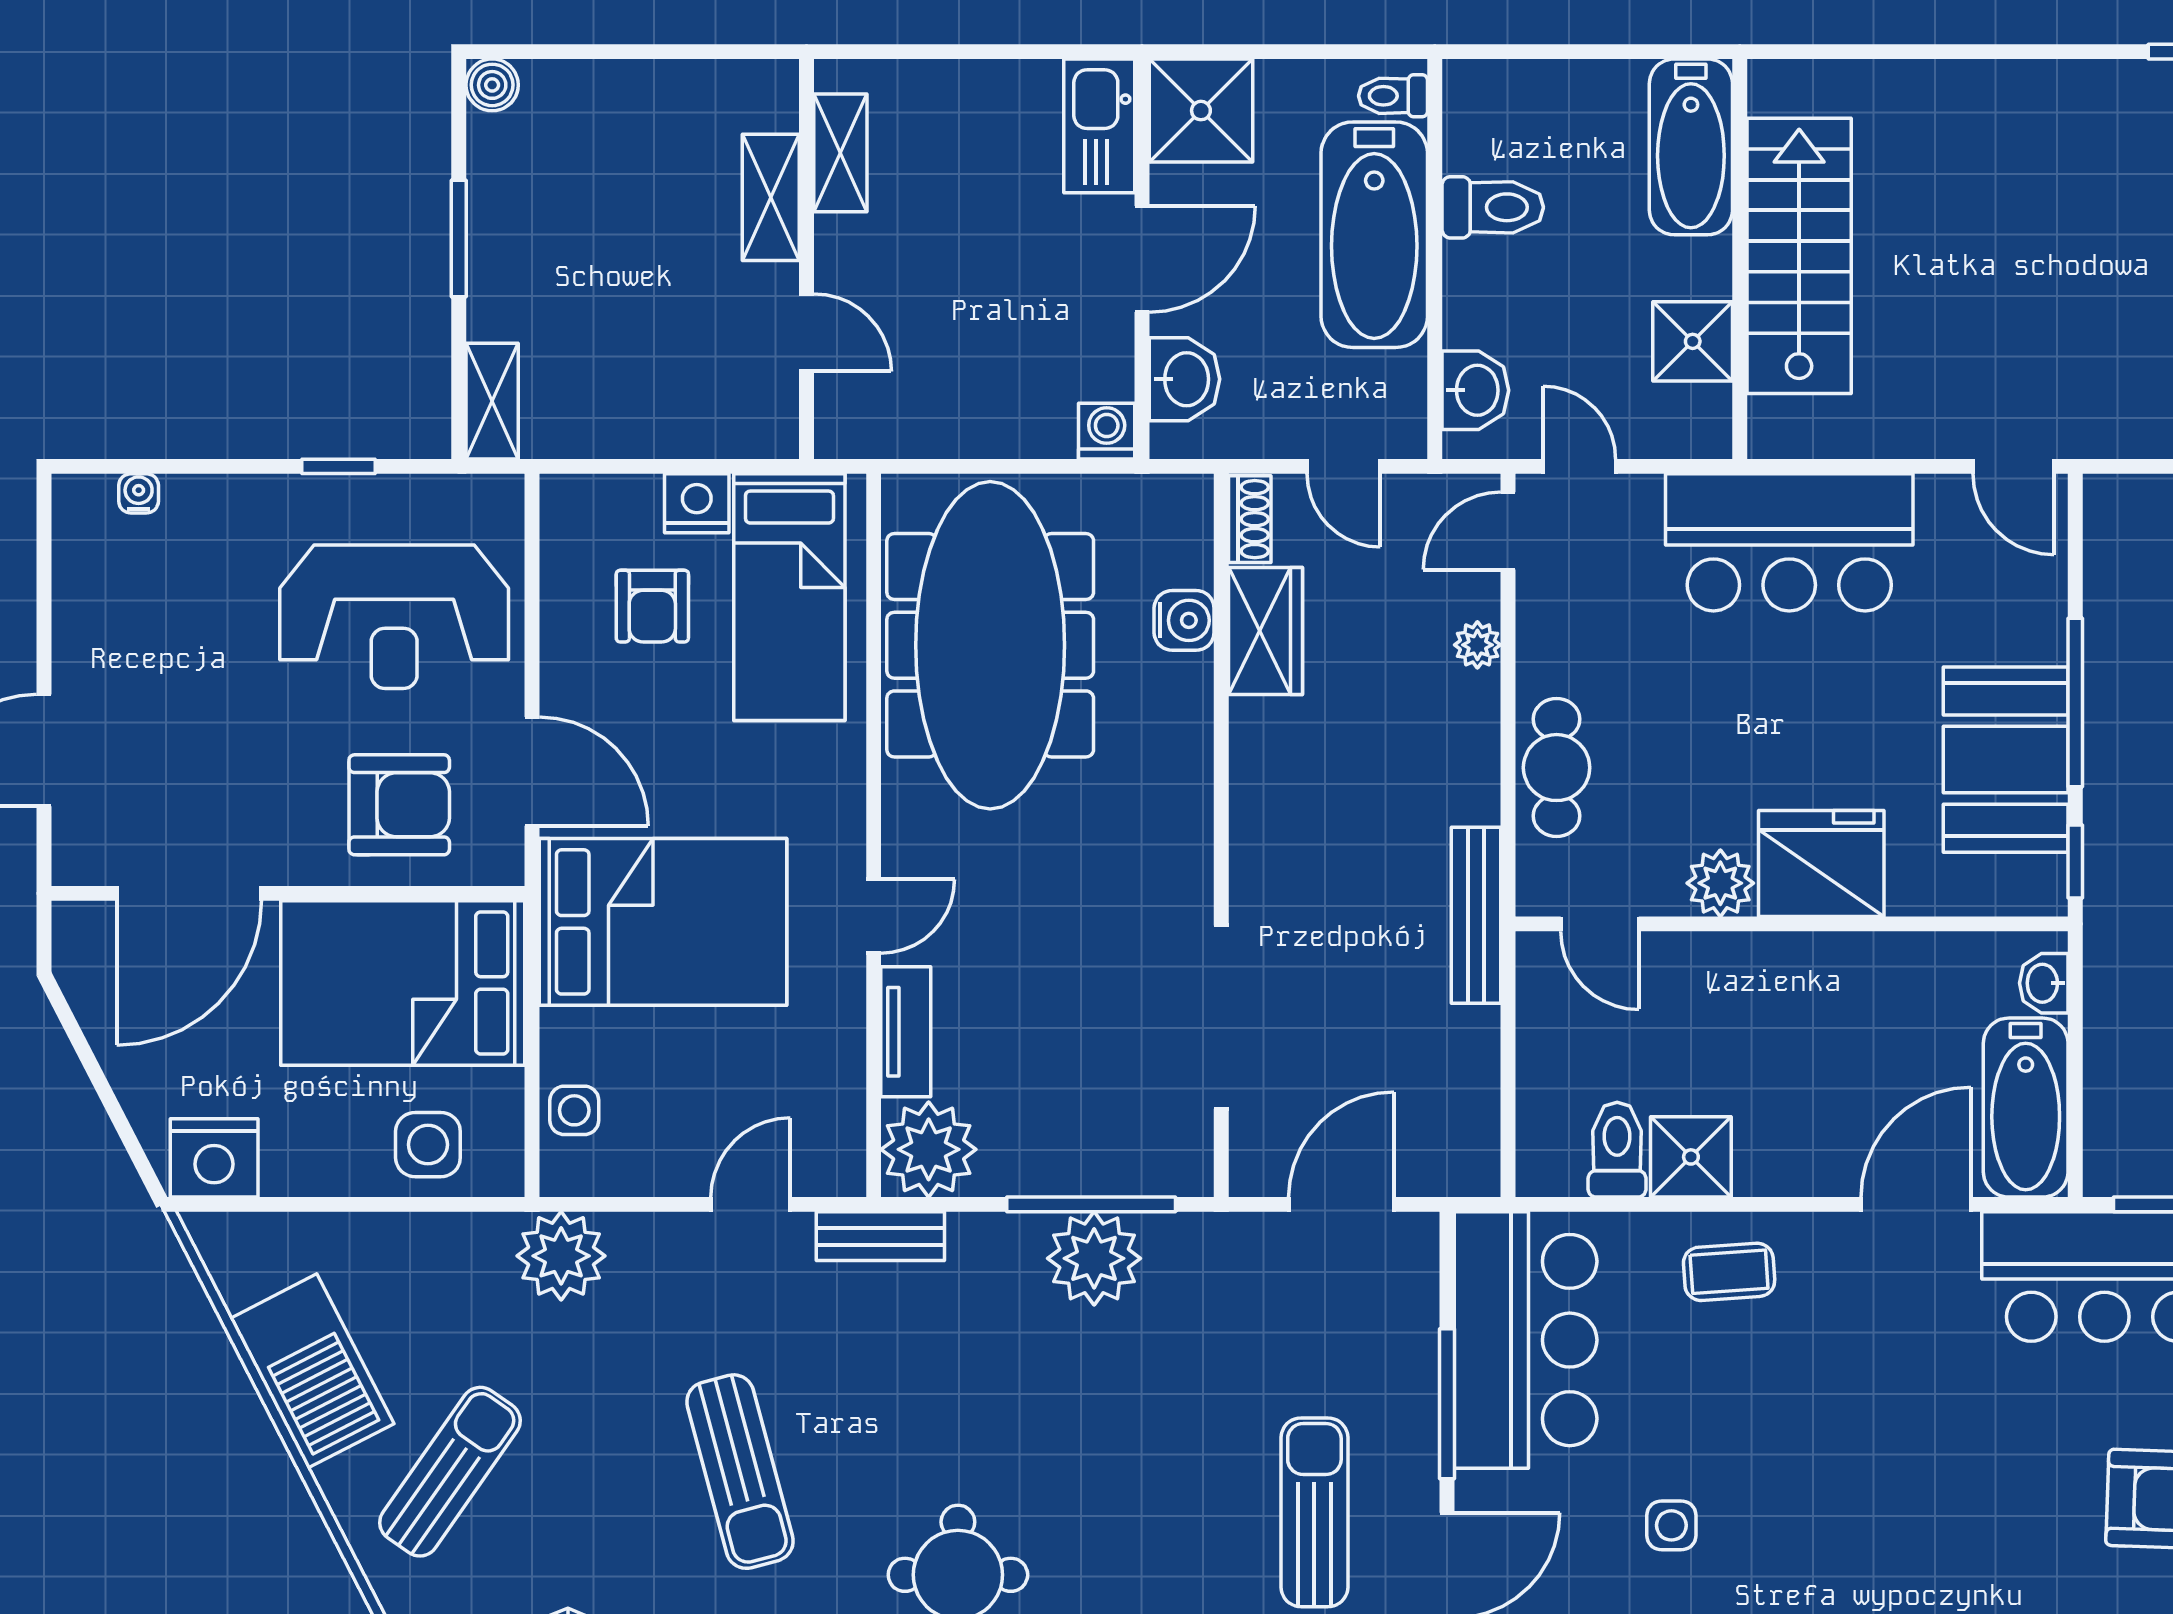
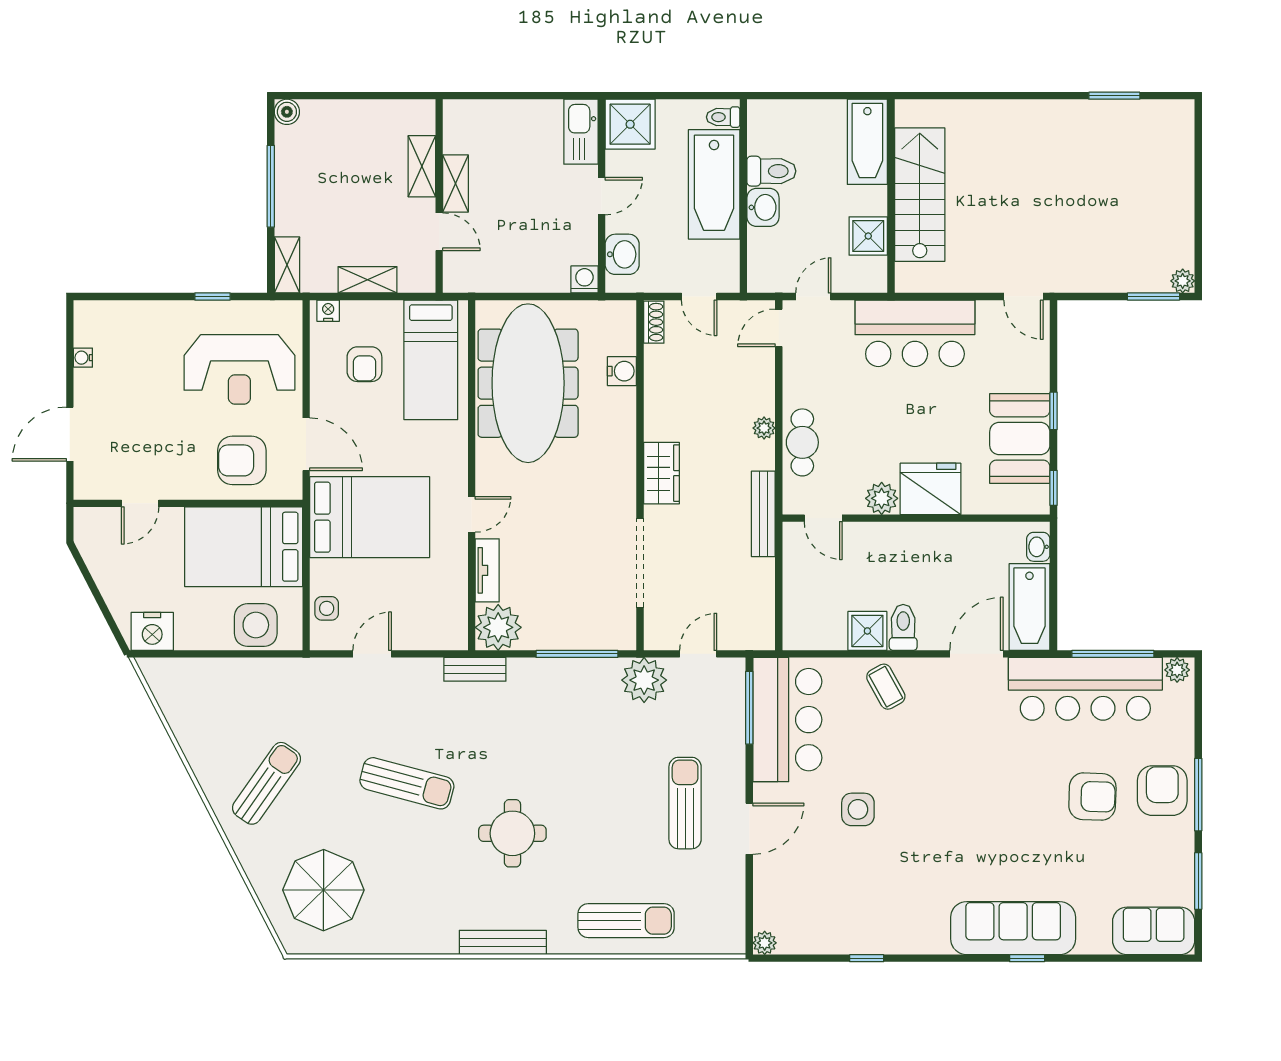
shelving: (840, 153) -> (455, 184), moved
window: (459, 239) -> (271, 186), width x1.44
door: (1142, 259) -> (602, 196), width x0.73
washbasin: (1475, 390) -> (763, 207), moved
shelving: (659, 432) -> (368, 280), added
door: (1579, 466) -> (813, 297), hinge flipped
water cooler: (139, 493) -> (83, 358), moved, turned -90
nightstand: (697, 503) -> (328, 311), moved, width x0.72, depth x0.74
wardrobe: (1266, 631) -> (661, 473), moved
plant: (1477, 645) -> (764, 428), moved
window: (2075, 703) -> (1053, 411), width x0.46
armchair: (399, 805) -> (242, 460), turned 180
door: (189, 893) -> (140, 503), width x0.53
side table: (428, 1145) -> (256, 625), width x1.37, depth x1.37
toilet: (1617, 1150) -> (903, 627), moved
door: (751, 1204) -> (372, 654), moved
door: (1341, 1204) -> (698, 654), width x0.73
plant: (561, 1256) -> (320, 679), removed
plant: (1094, 1258) -> (644, 680), moved
coffee table: (1729, 1272) -> (886, 687), turned 65
barbecue: (312, 1371) -> (200, 735), removed
window: (1447, 1404) -> (749, 708), moved
sun lounger: (740, 1472) -> (407, 783), turned -60
side table: (1671, 1525) -> (858, 809), width x1.37, depth x1.37

